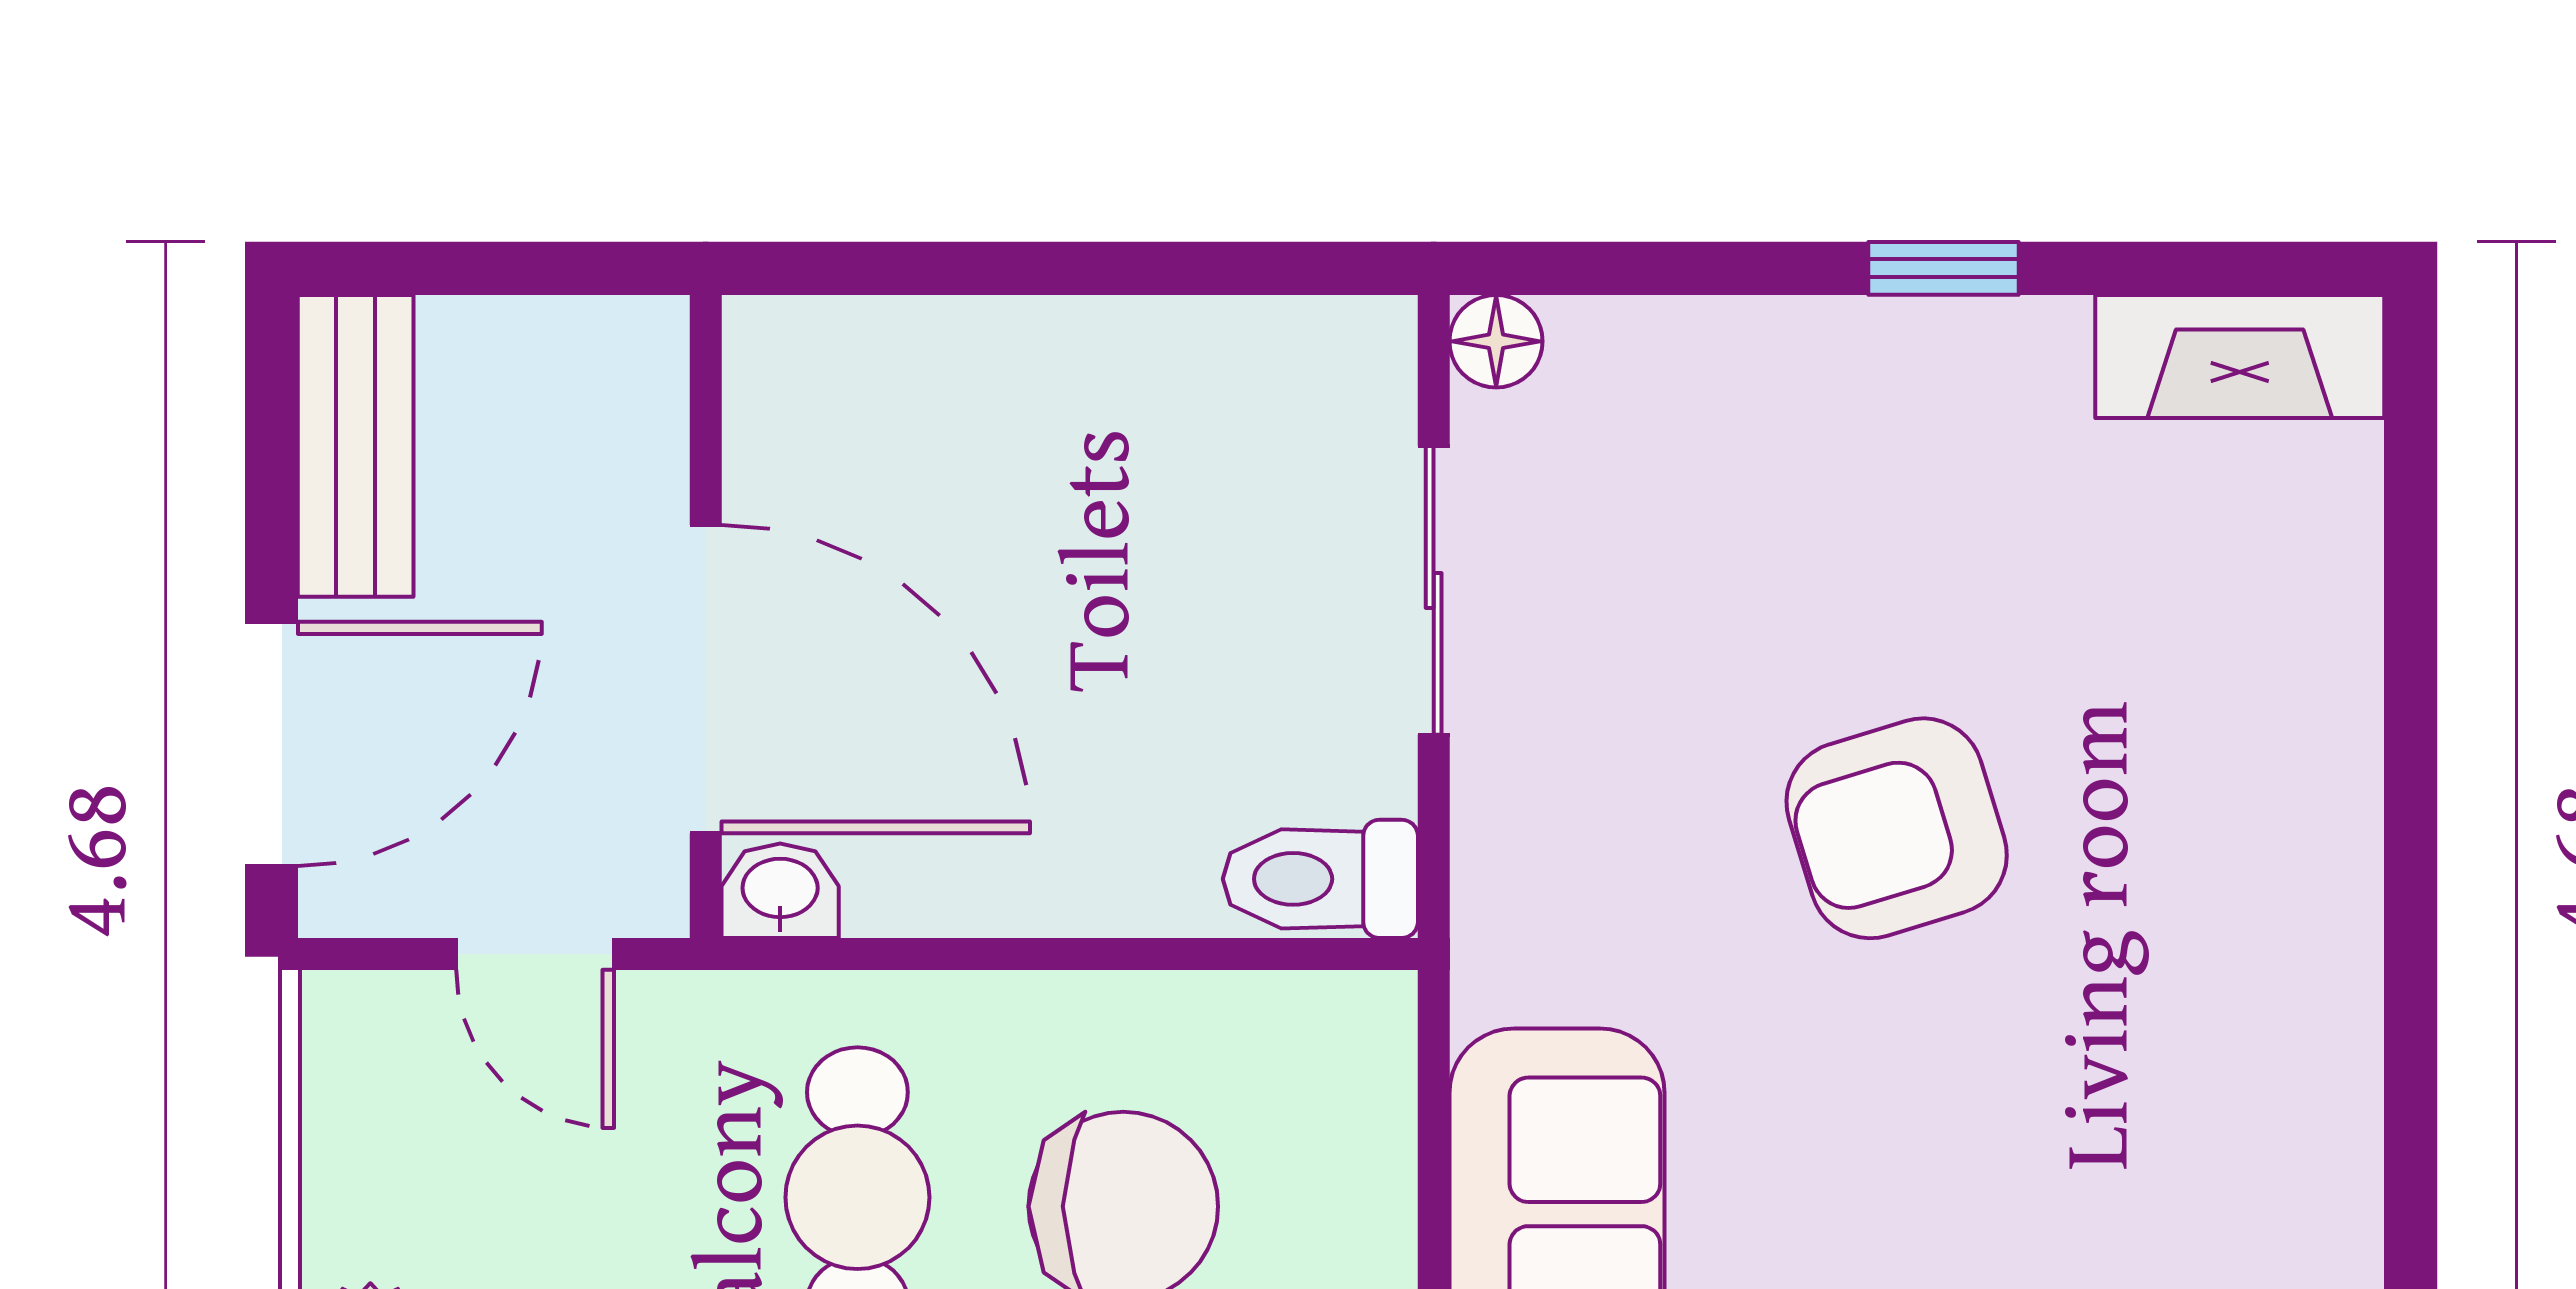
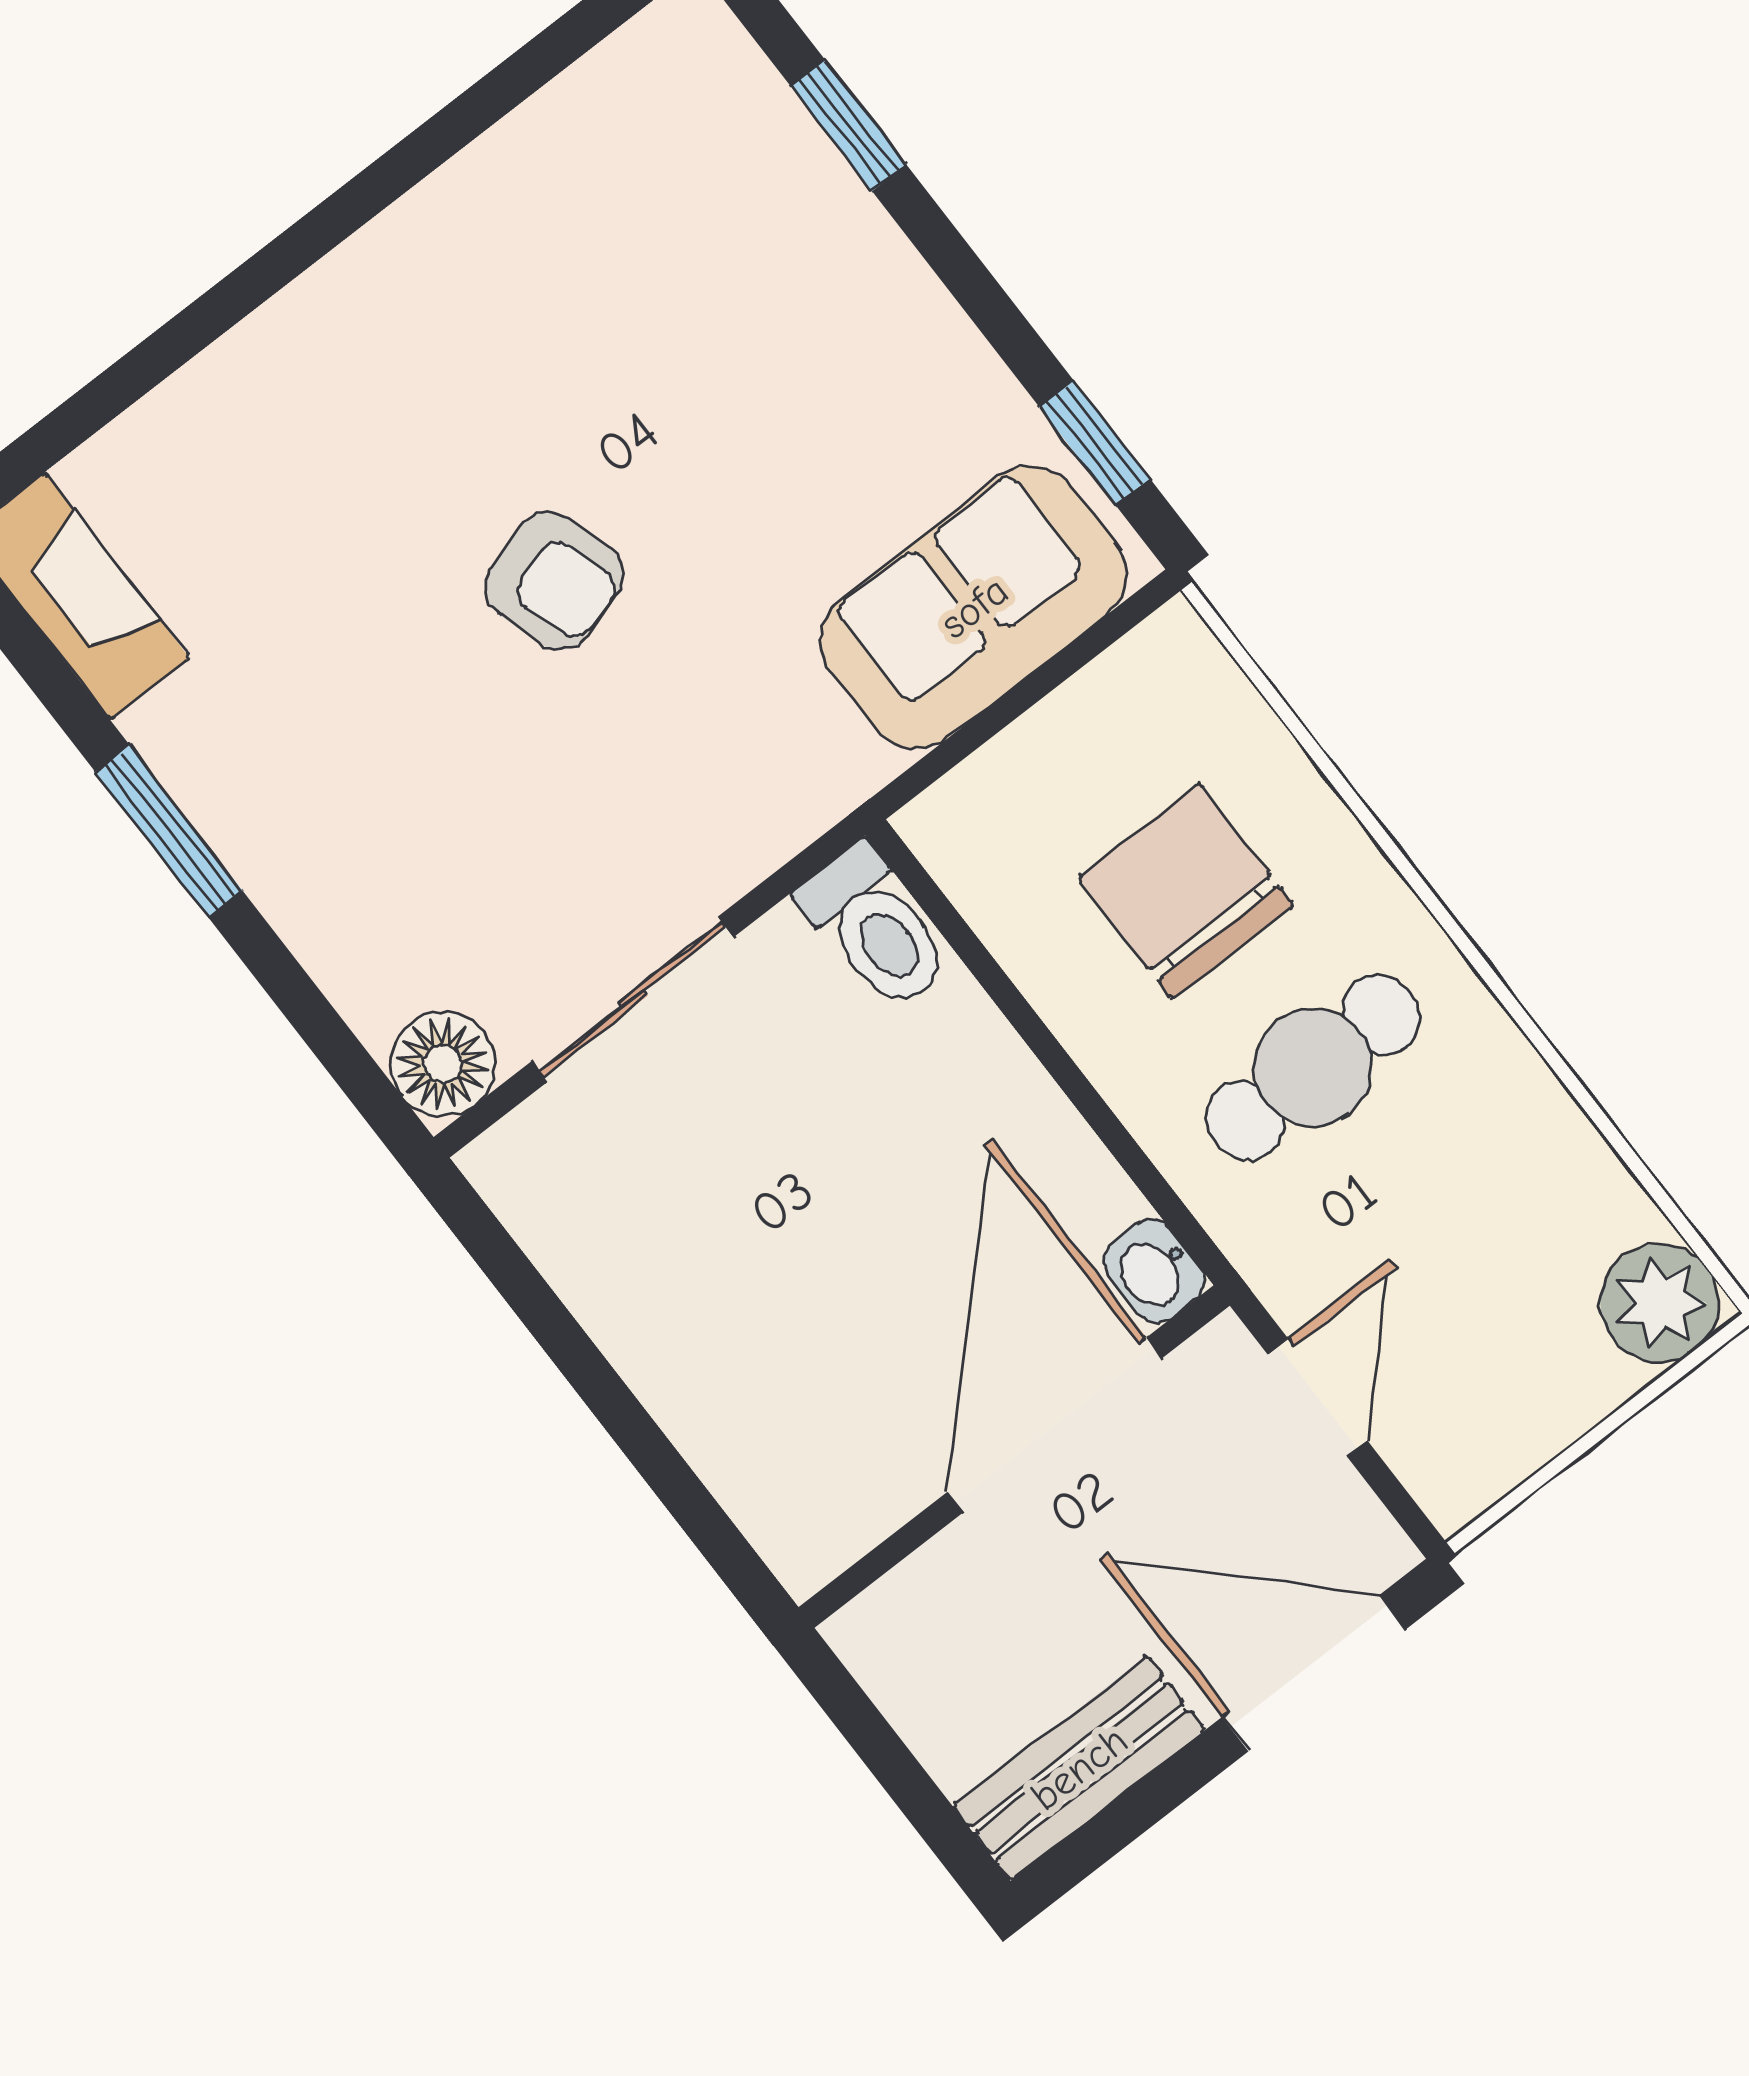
window: (1944, 268) -> (169, 831), width x1.50
floor lamp: (1496, 341) -> (443, 1064), width x1.37, depth x1.37
armchair: (1897, 828) -> (554, 581), width x0.72, depth x0.72

